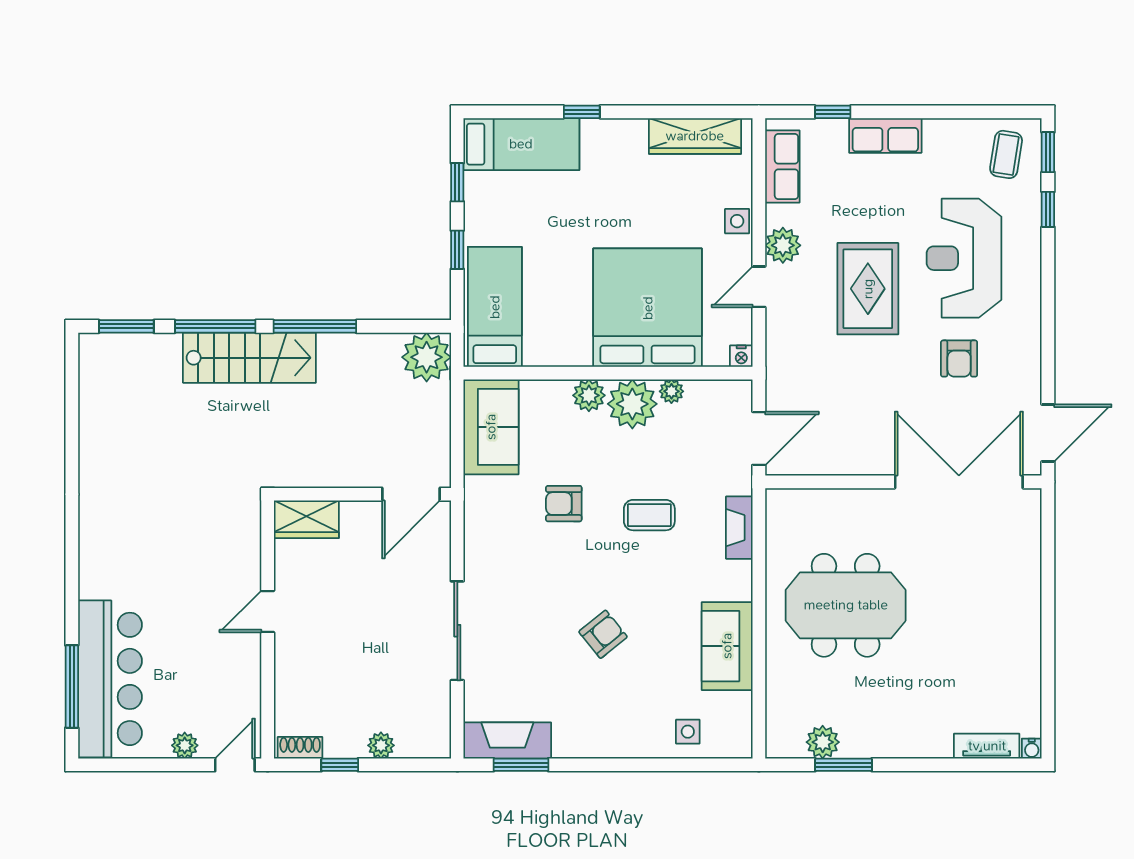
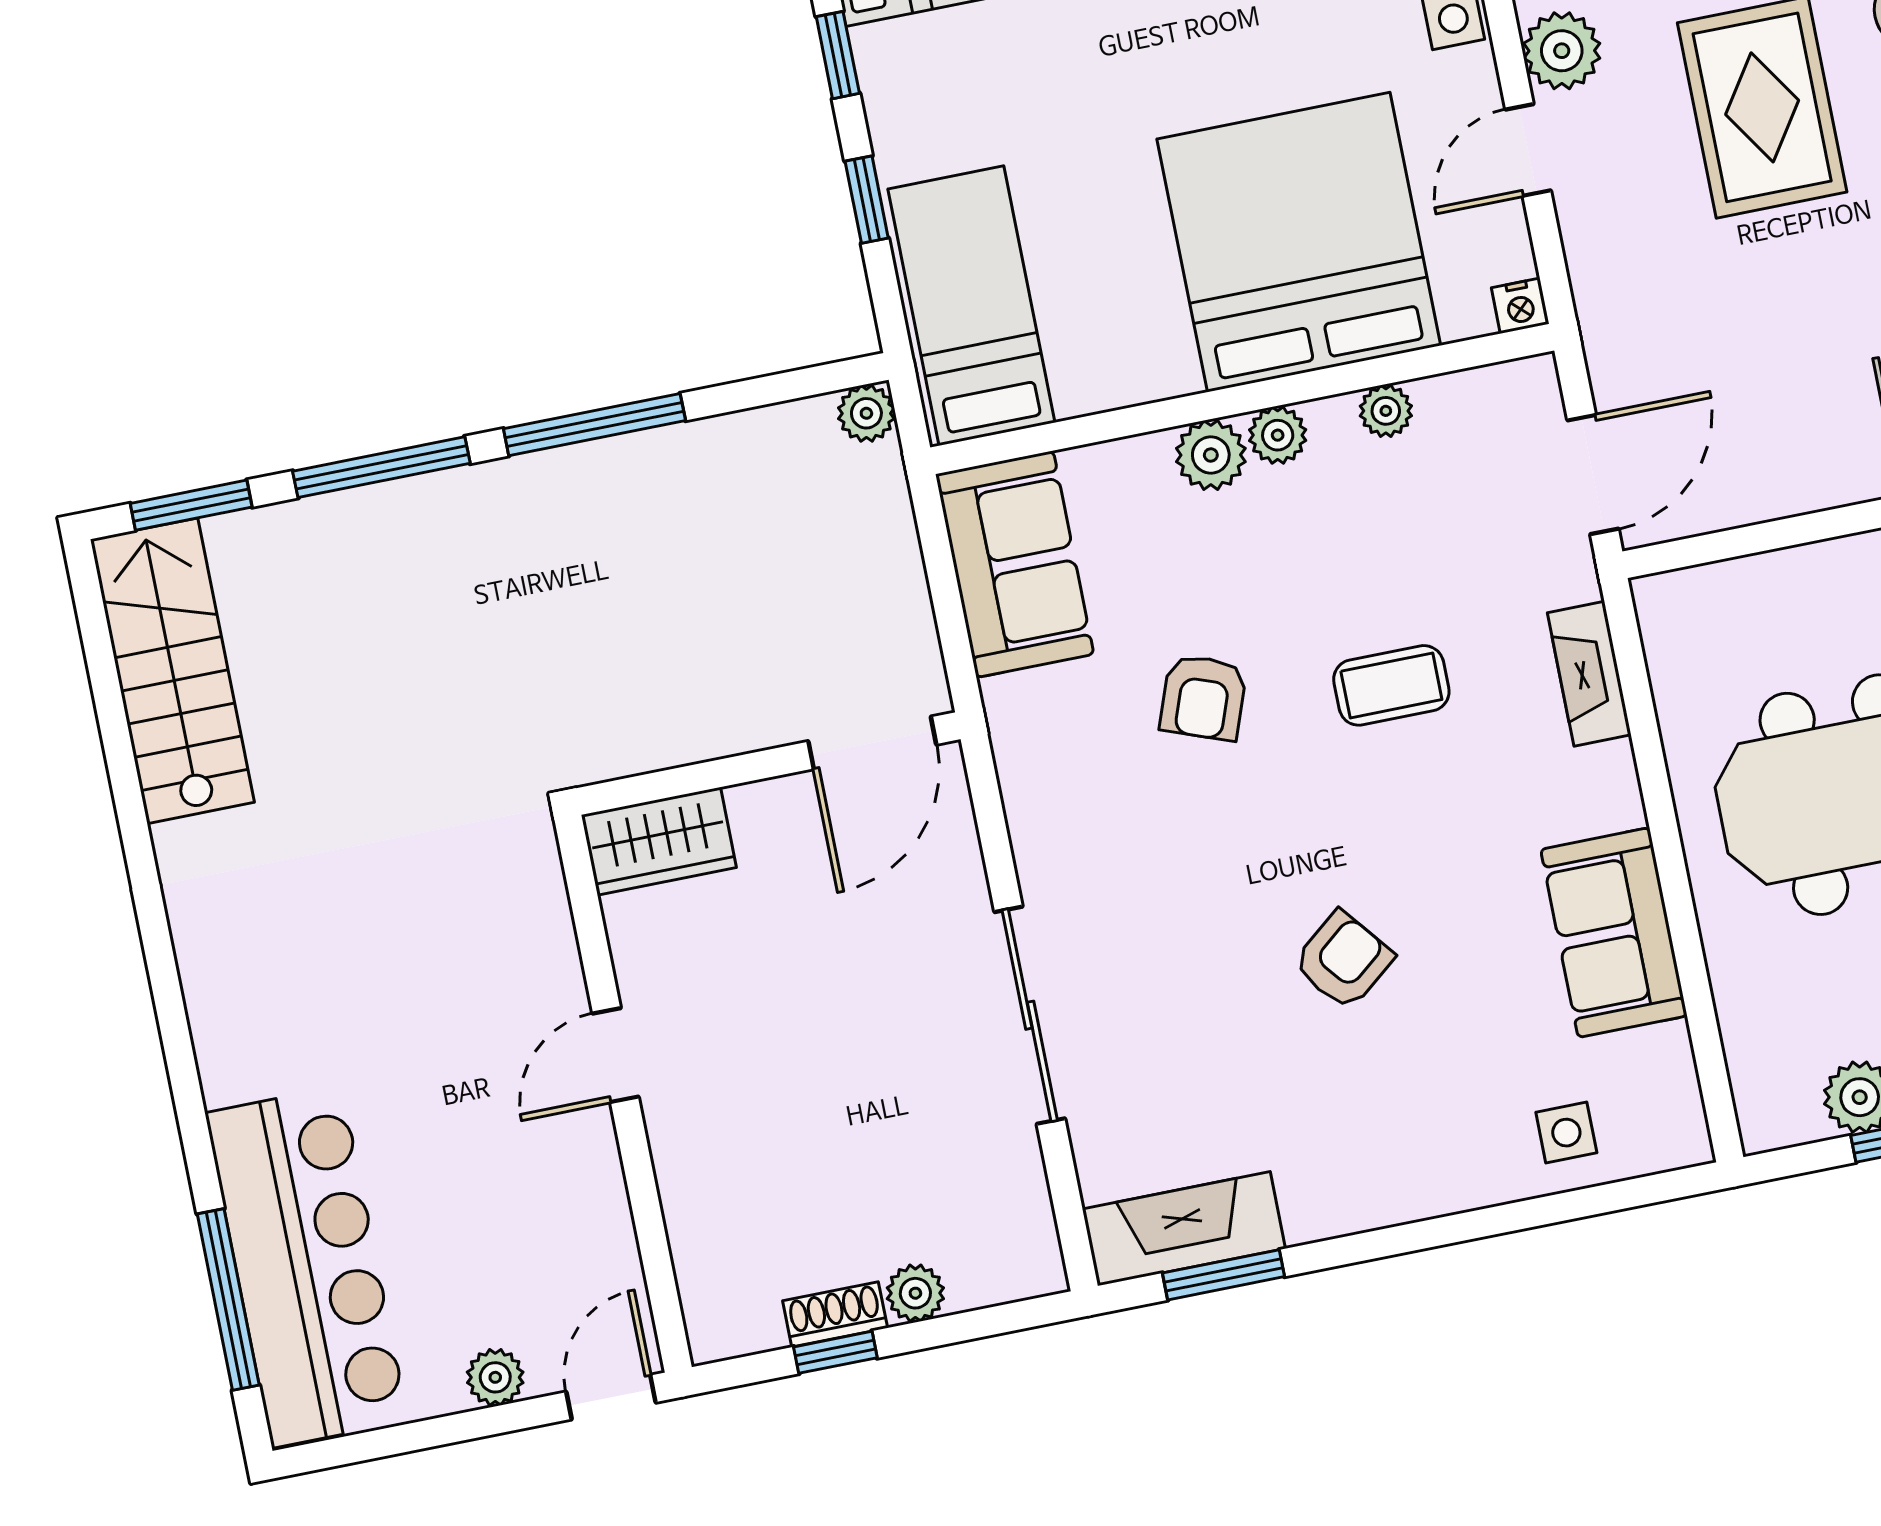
plant: (427, 357) -> (866, 413), width x0.53, depth x0.53
stairs: (249, 358) -> (172, 671), moved, turned -90
plant: (632, 404) -> (1278, 435), width x0.53, depth x0.53
armchair: (564, 504) -> (1203, 697), turned -70
shoe rack: (300, 748) -> (835, 1314), moved

